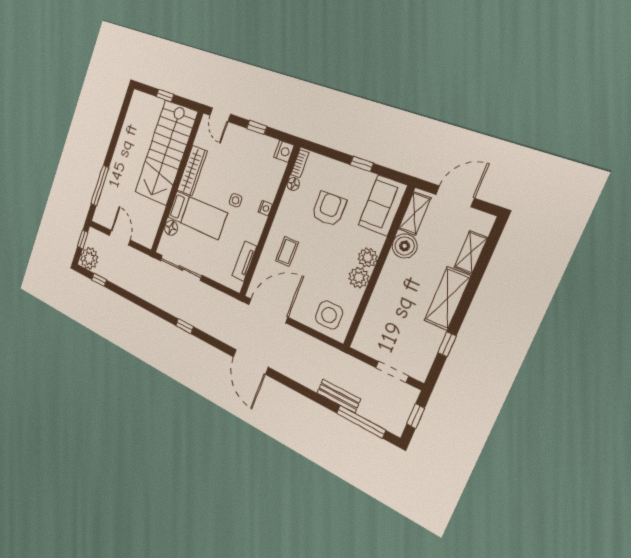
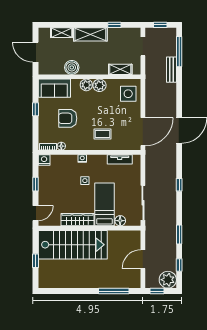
shelving: (415, 213) -> (120, 69), moved
window: (130, 297) -> (179, 235), added
door: (268, 311) -> (143, 132), swing flipped

